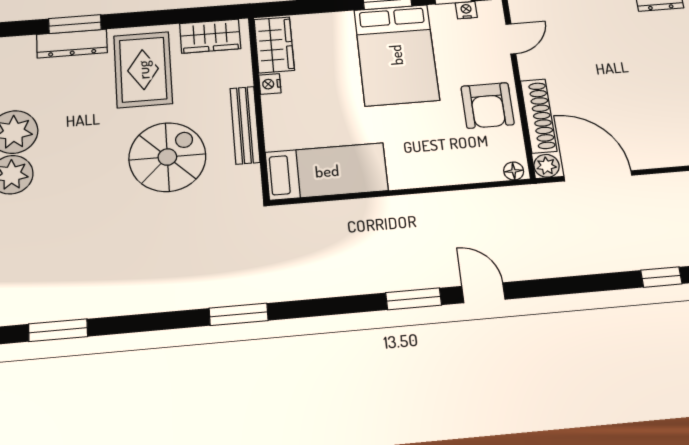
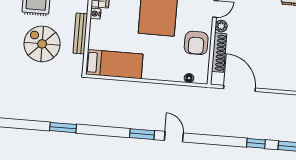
spiral stairs: (167, 157) -> (42, 44), turned -90
plant: (547, 166) -> (221, 26), moved
floor lamp: (514, 171) -> (189, 78), moved

